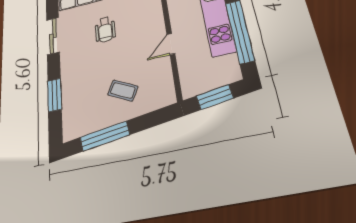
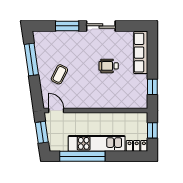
sliding door: (53, 36) -> (101, 26), moved
door: (171, 44) -> (56, 111), moved

